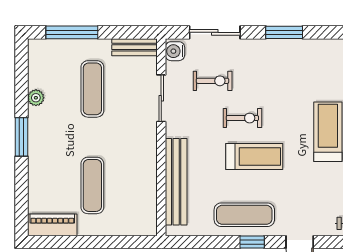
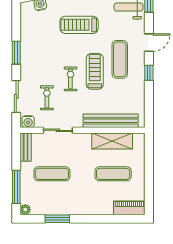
plant: (36, 98) -> (25, 210), moved
window: (21, 137) -> (57, 219), moved
shelving: (144, 184) -> (112, 141), added
exercise mat: (244, 215) -> (120, 59), moved
piano: (52, 225) -> (129, 208), moved, turned 90

